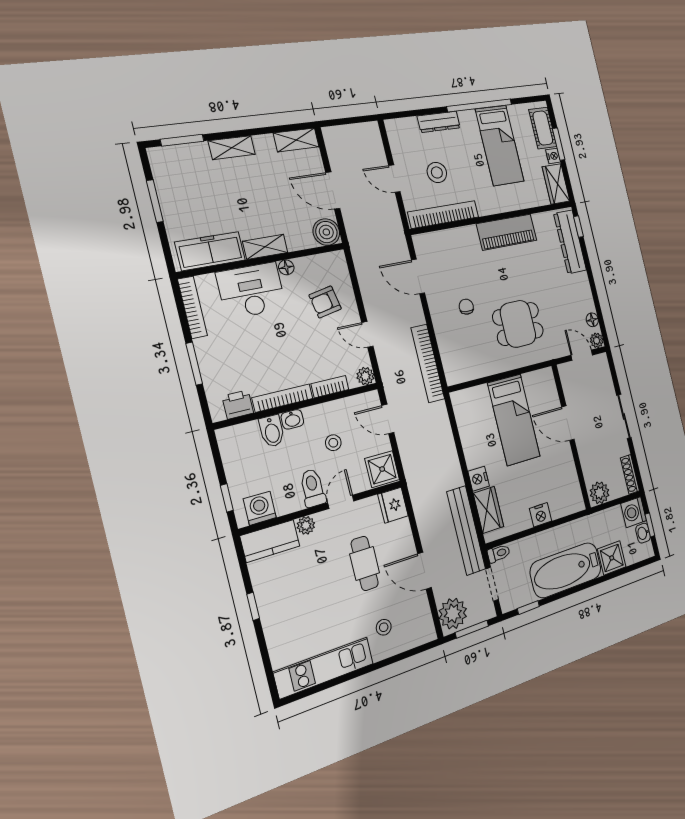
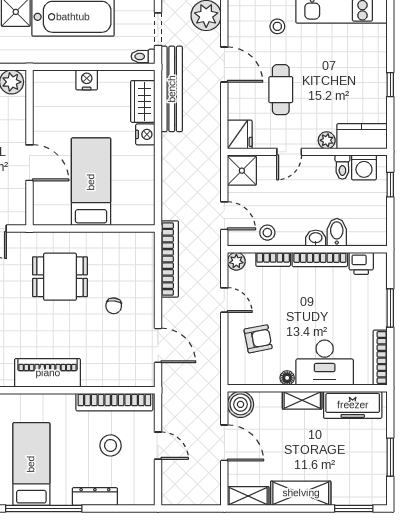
shelving: (232, 148) -> (301, 493), width x1.50, depth x1.33
stool: (333, 443) -> (267, 233), moved
toilet: (313, 488) -> (342, 167), moved, width x0.73, depth x0.72

